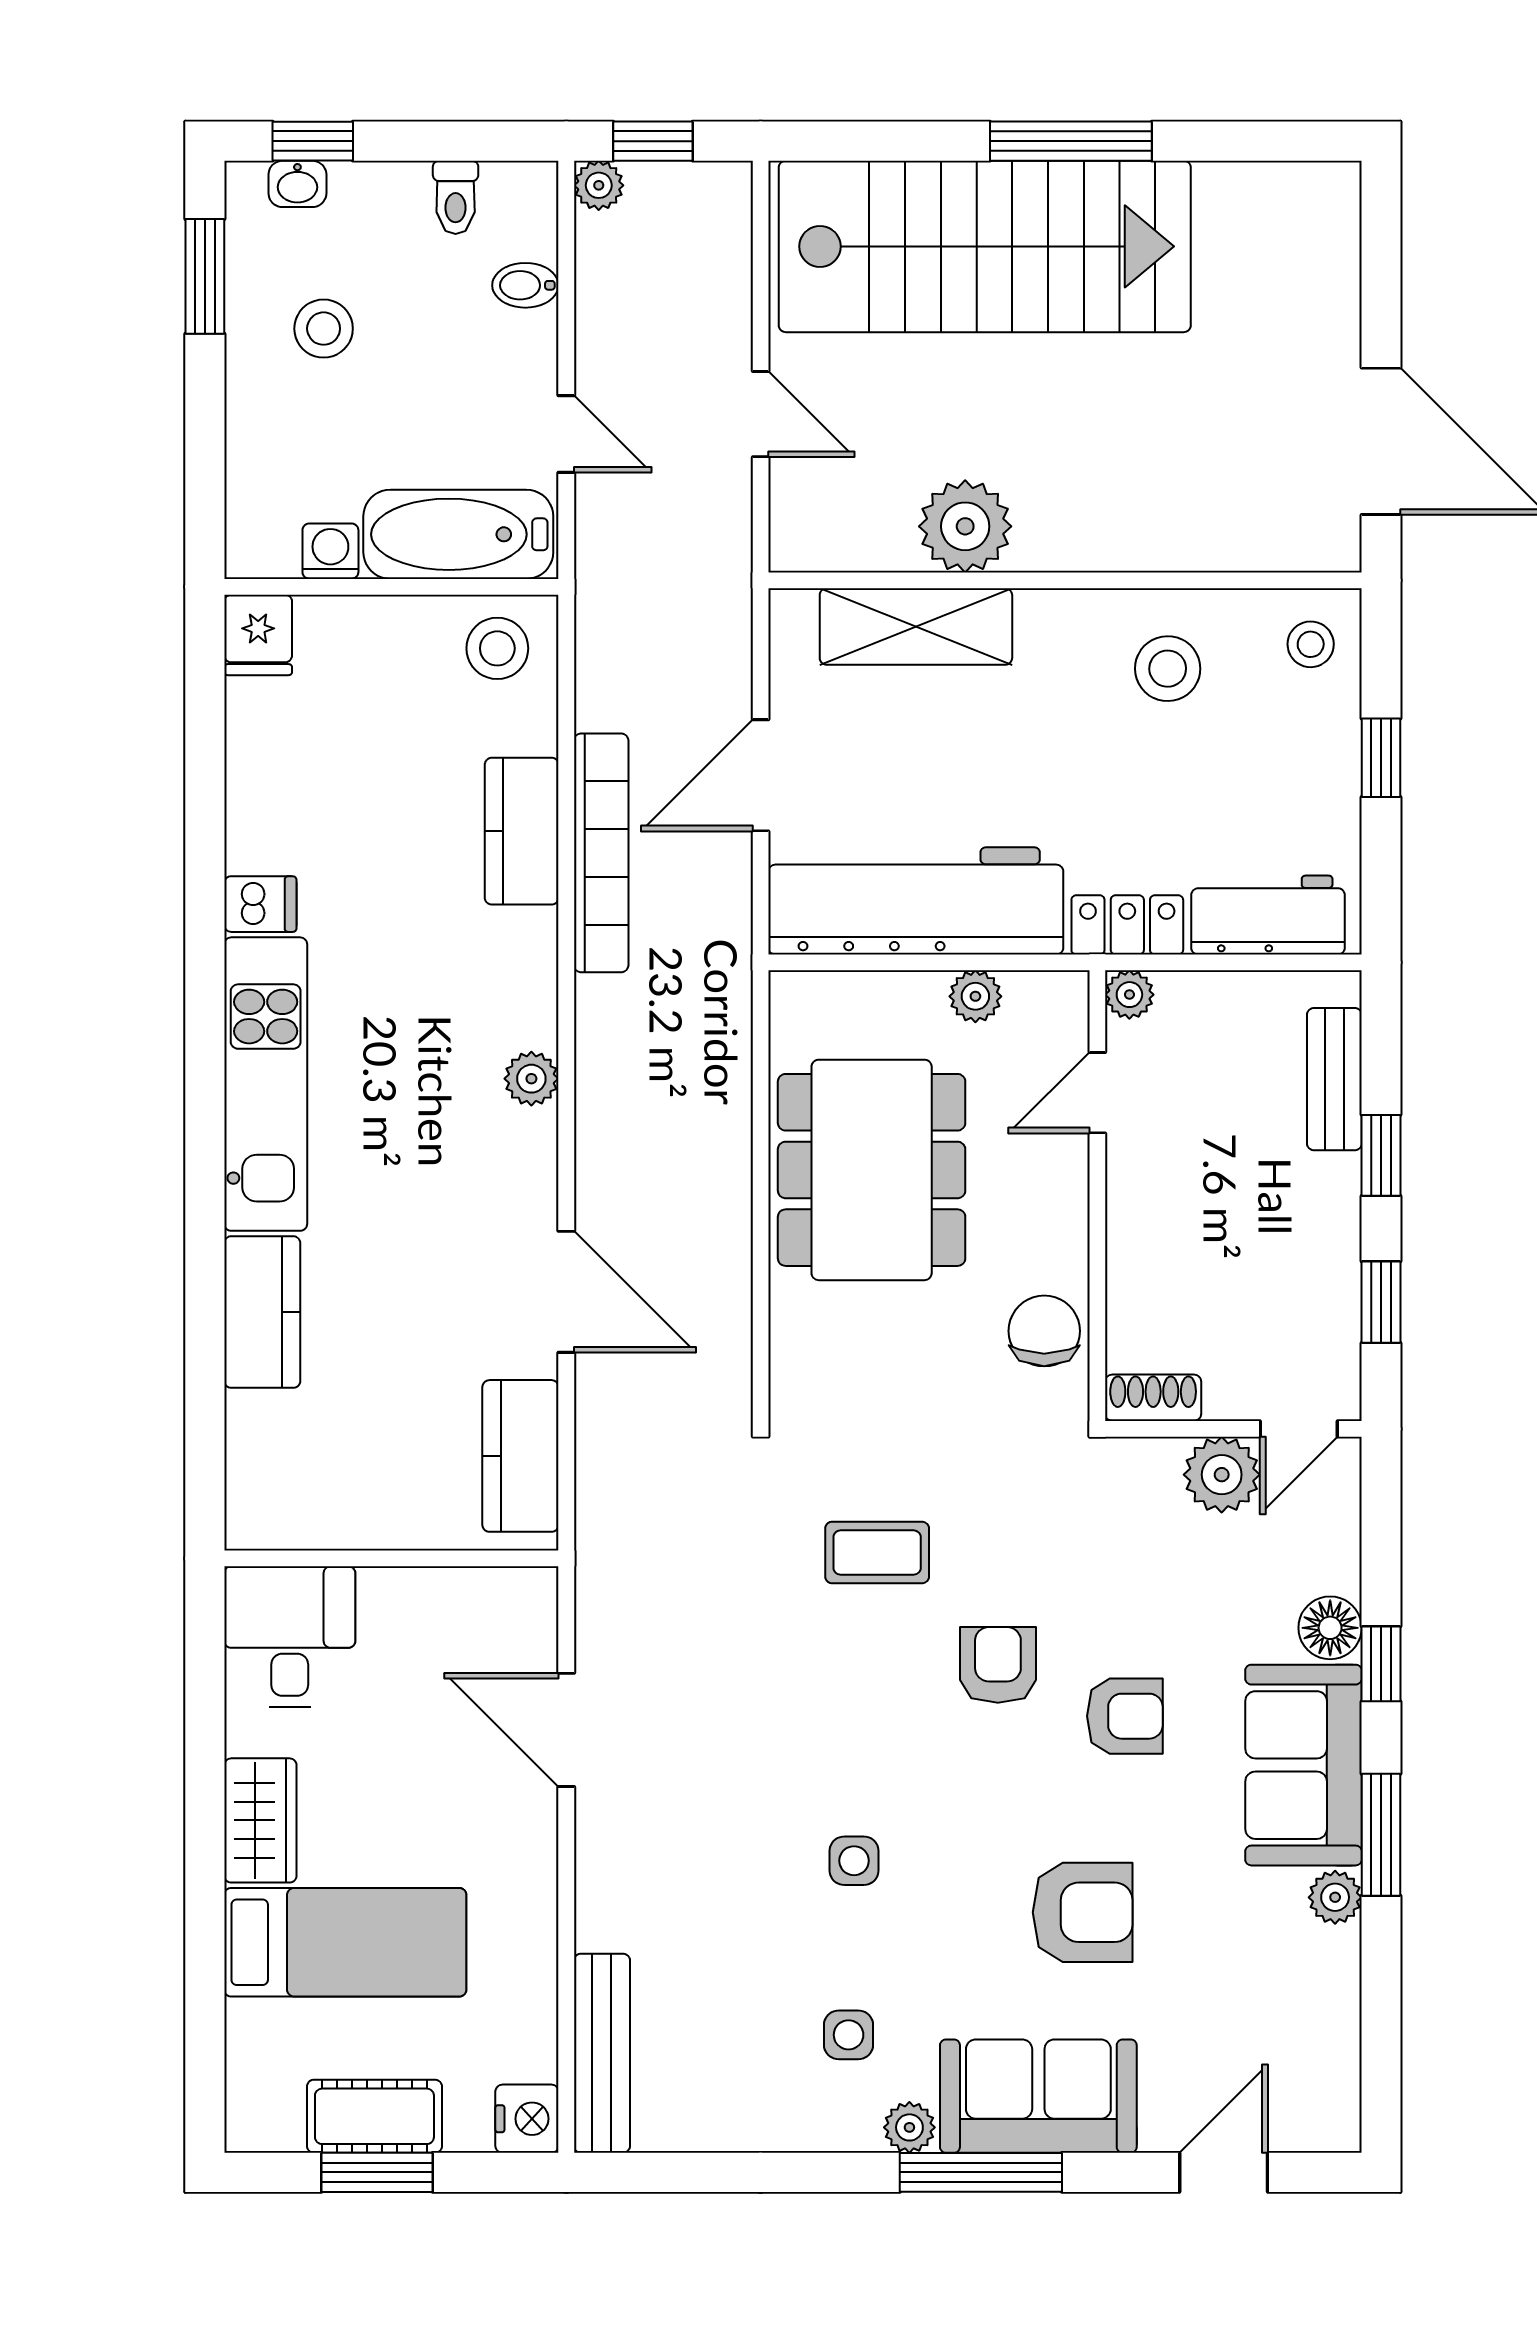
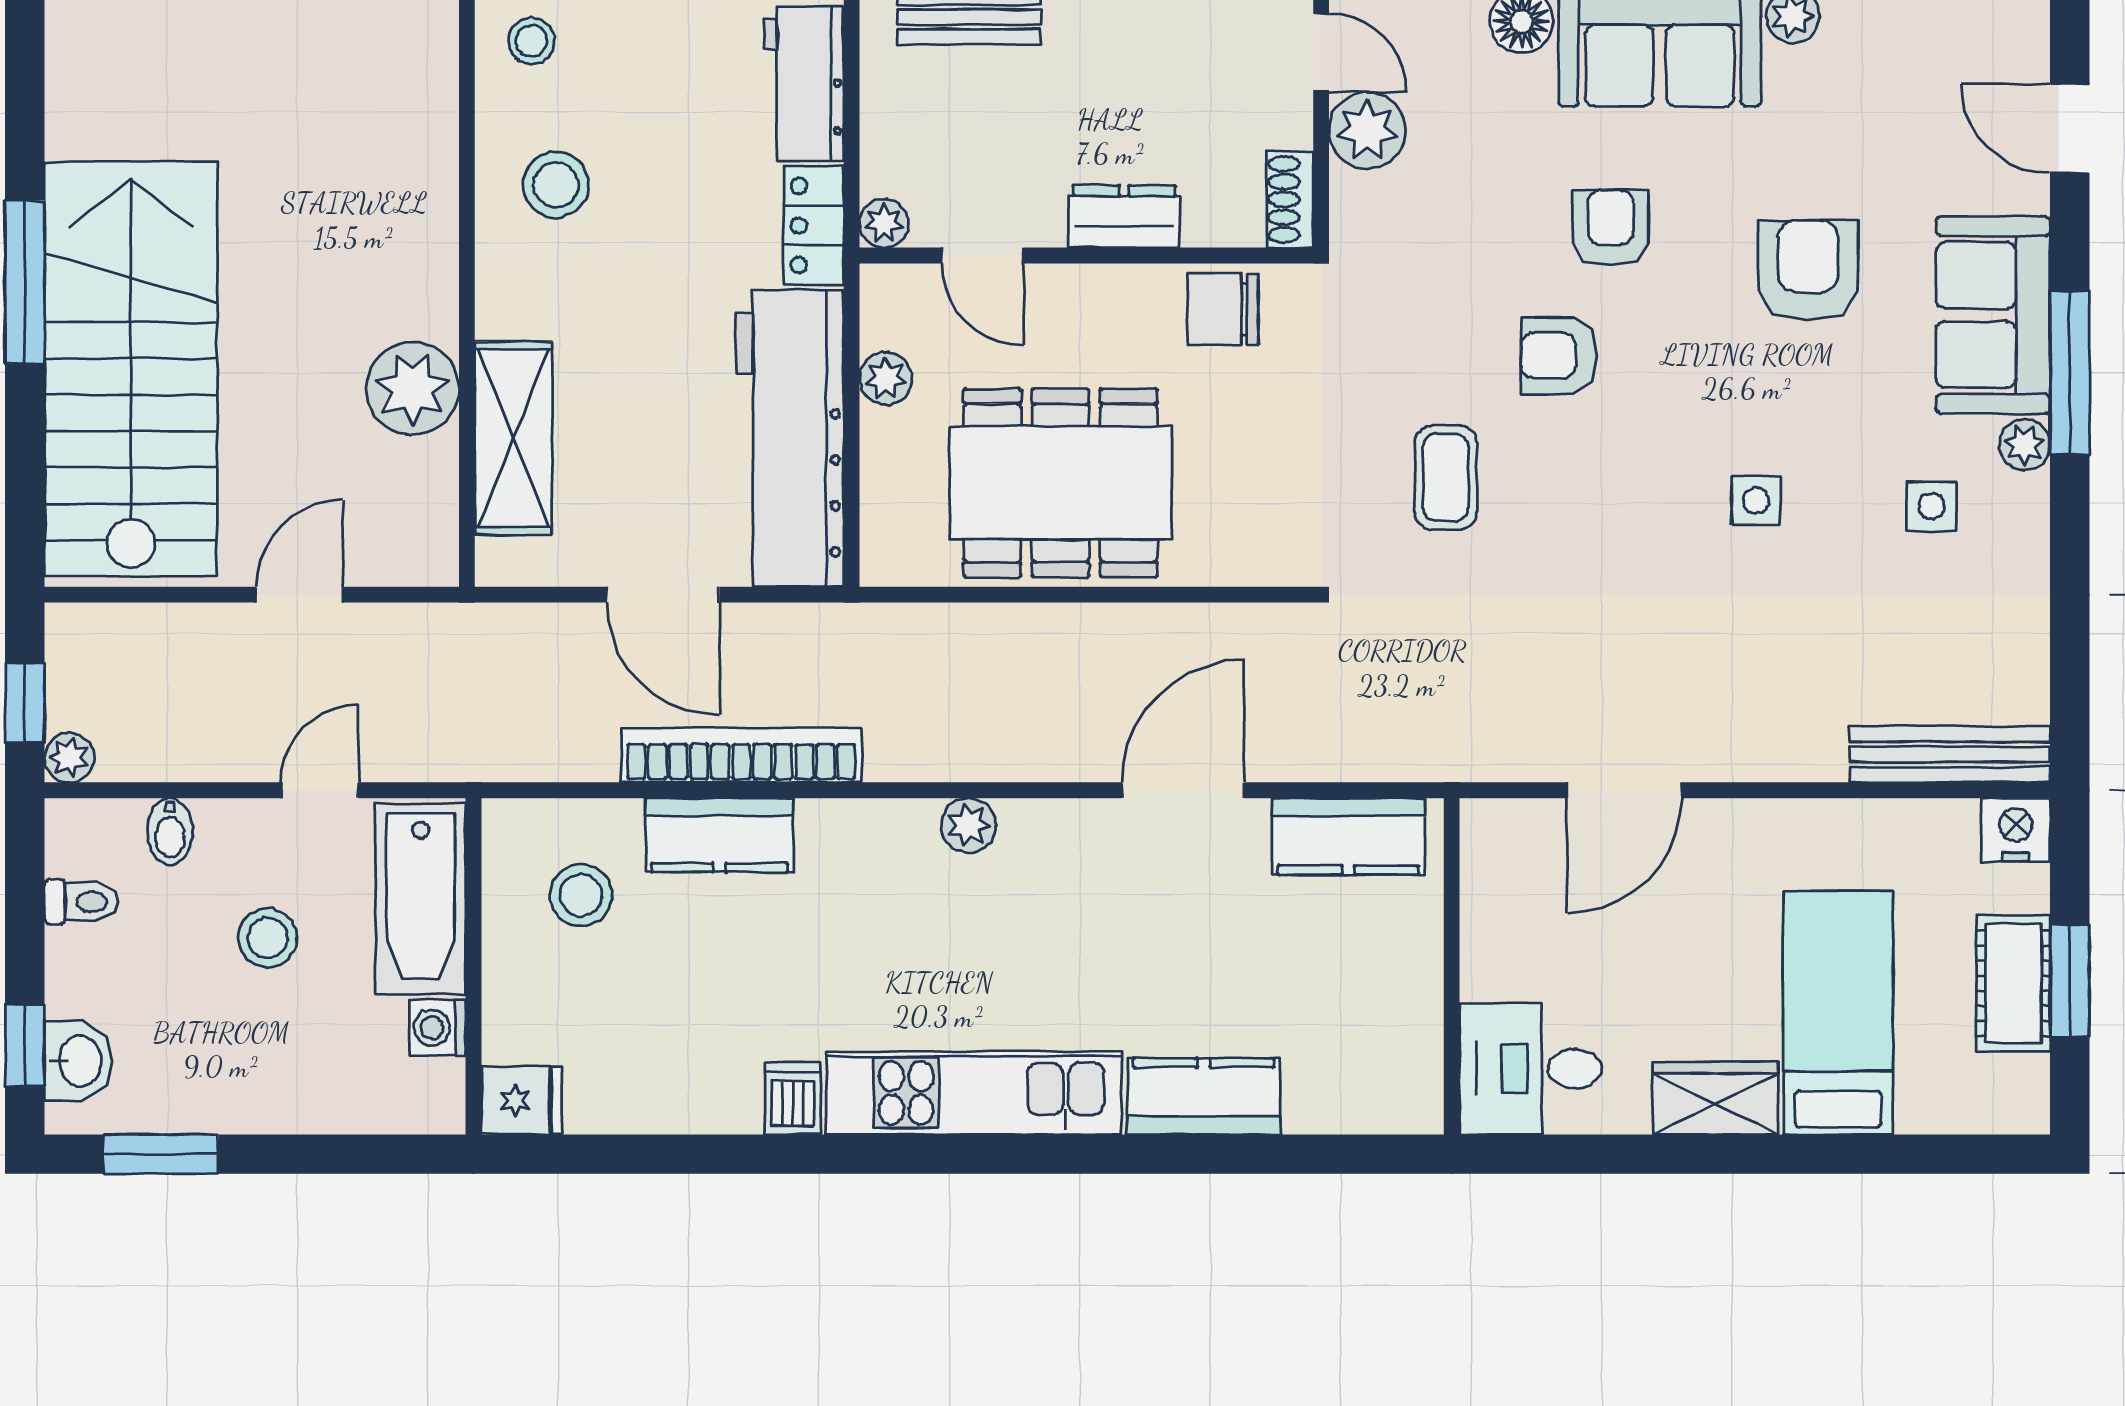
washbasin: (297, 184) -> (78, 1061), width x1.38, depth x1.45
stool: (324, 329) -> (268, 938), moved
stool: (497, 648) -> (581, 895), moved
dresser: (1136, 1233) -> (1124, 216), added

